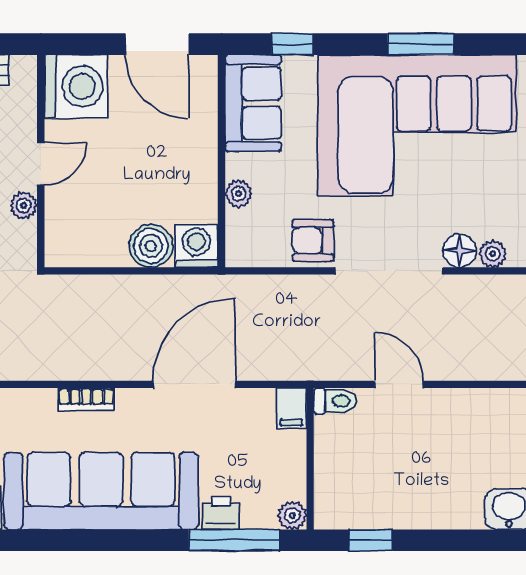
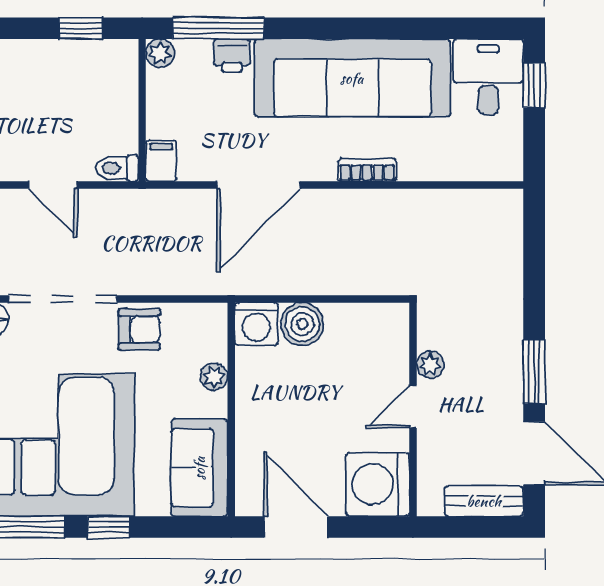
window: (293, 44) -> (109, 527), moved

